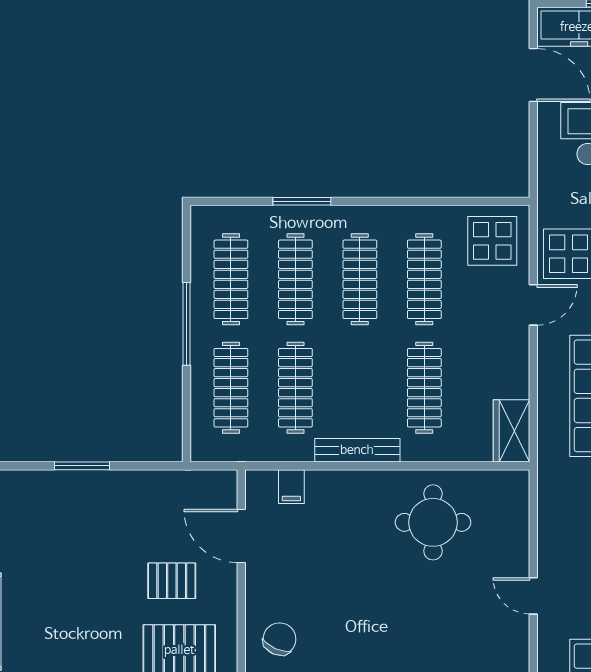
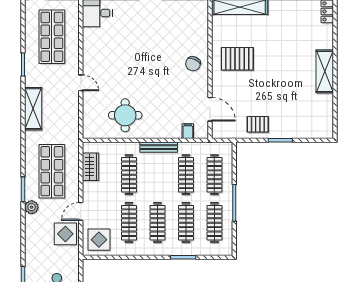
wardrobe: (511, 431) -> (90, 167), moved
pallet: (172, 581) -> (258, 124), moved

